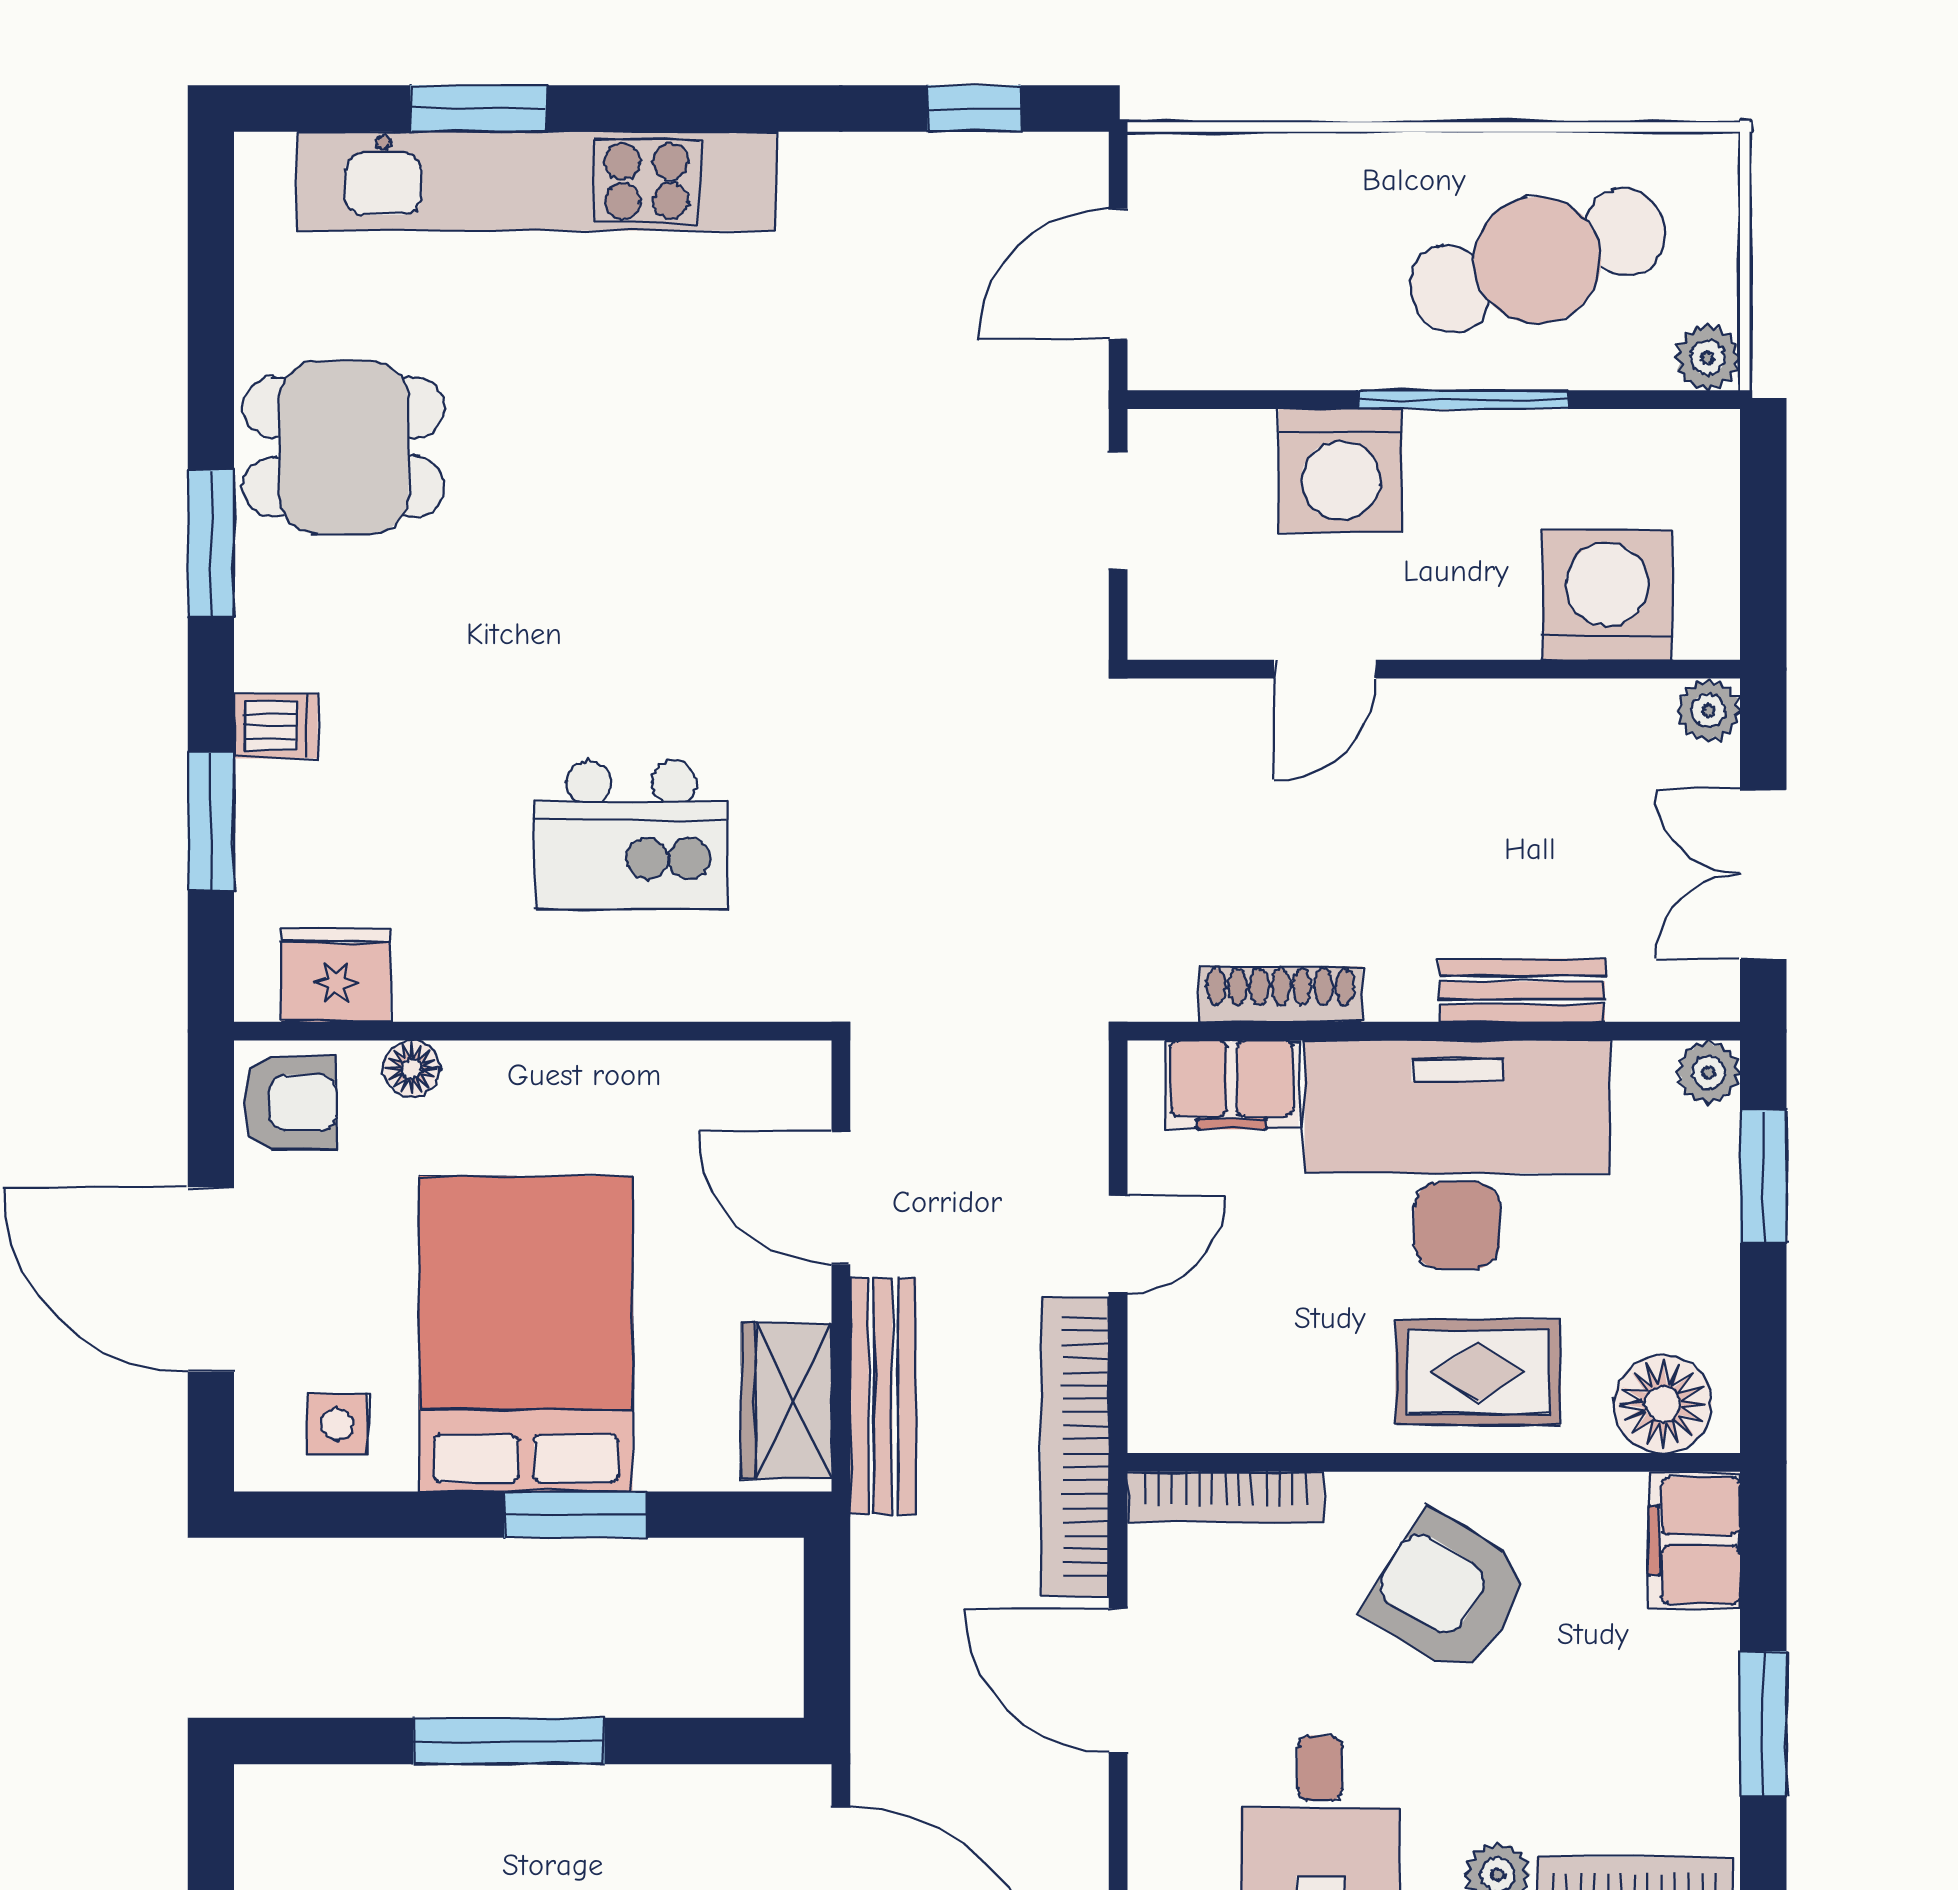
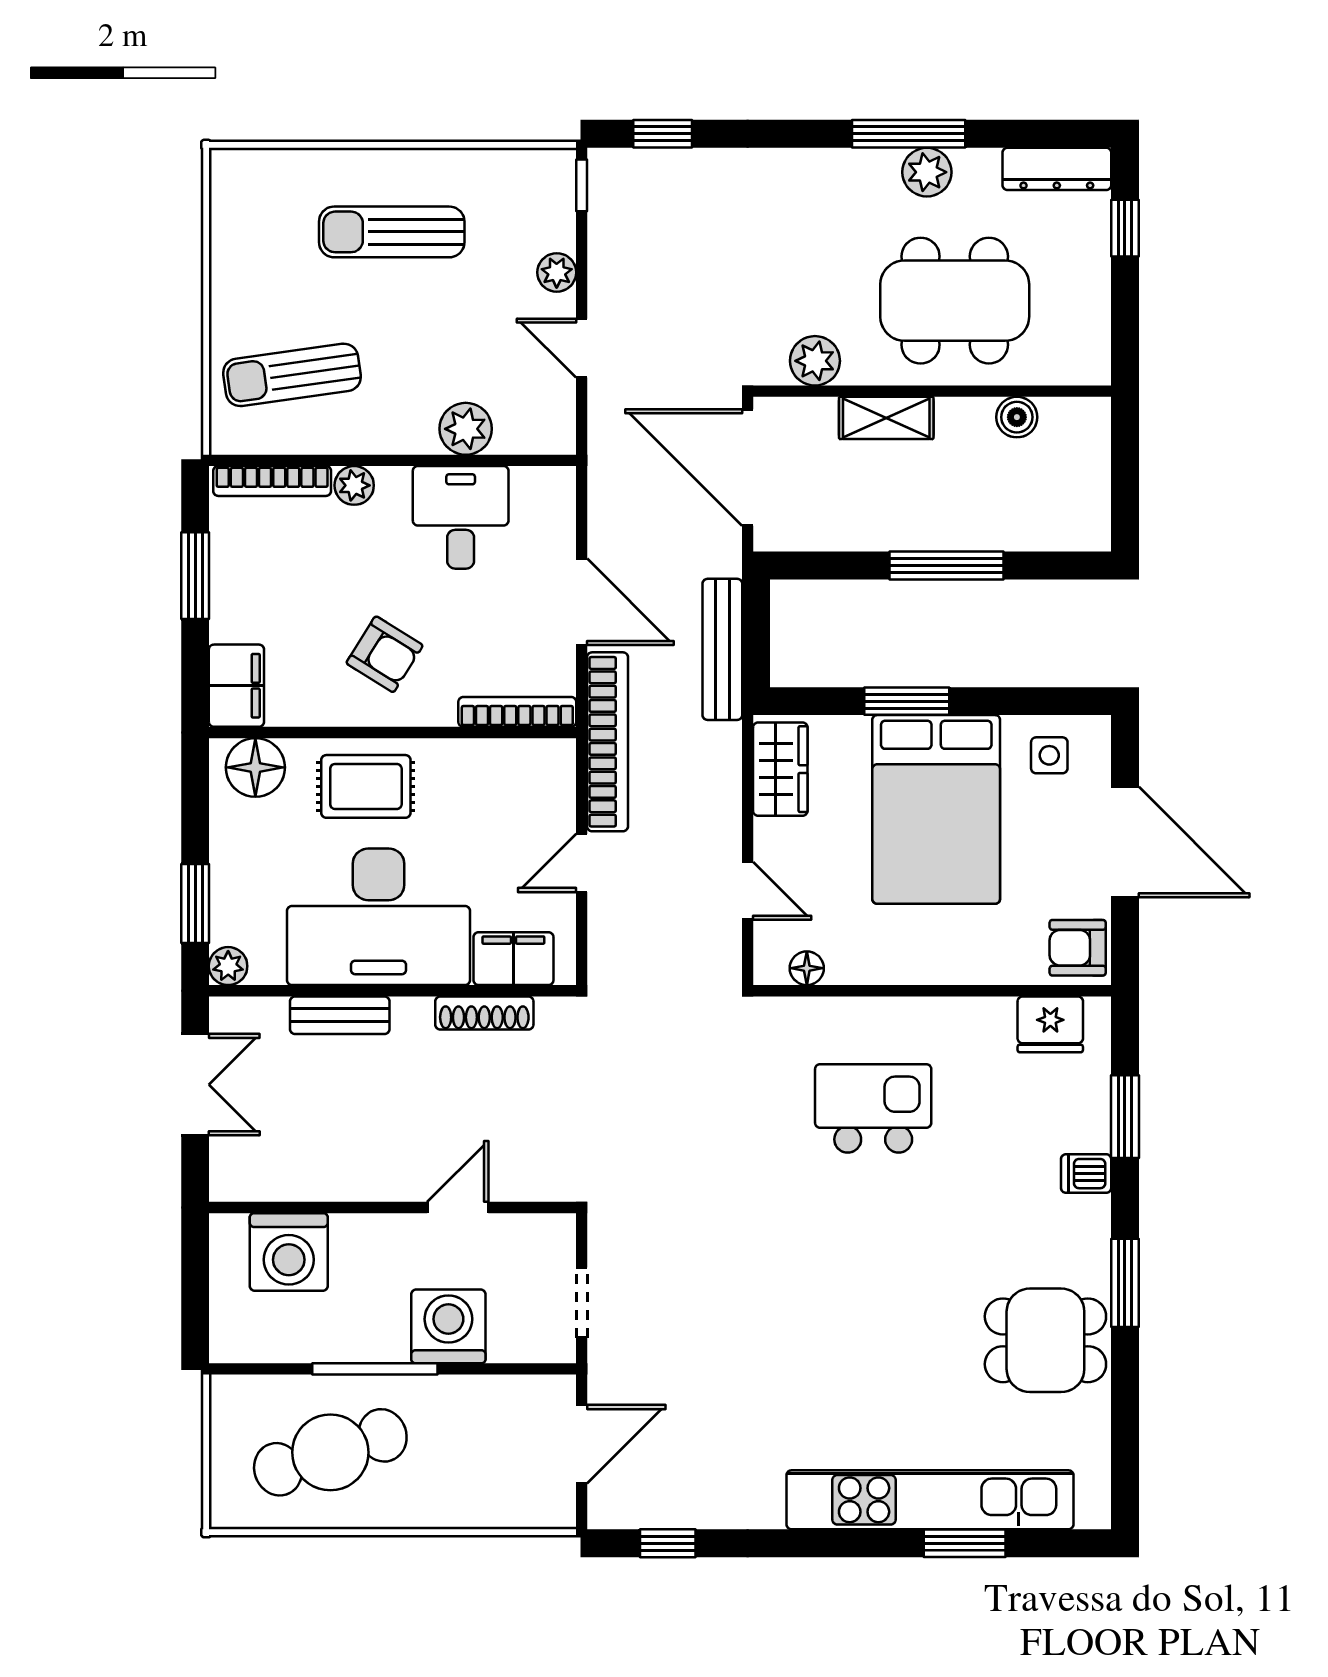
plant: (1707, 358) -> (229, 1394), removed
plant: (1708, 710) -> (228, 1183), removed
floor lamp: (412, 1069) -> (807, 968), moved
door: (841, 1198) -> (748, 891), width x0.73
bench: (883, 1396) -> (722, 649), moved
armchair: (1447, 1593) -> (385, 654), width x0.72, depth x0.72

